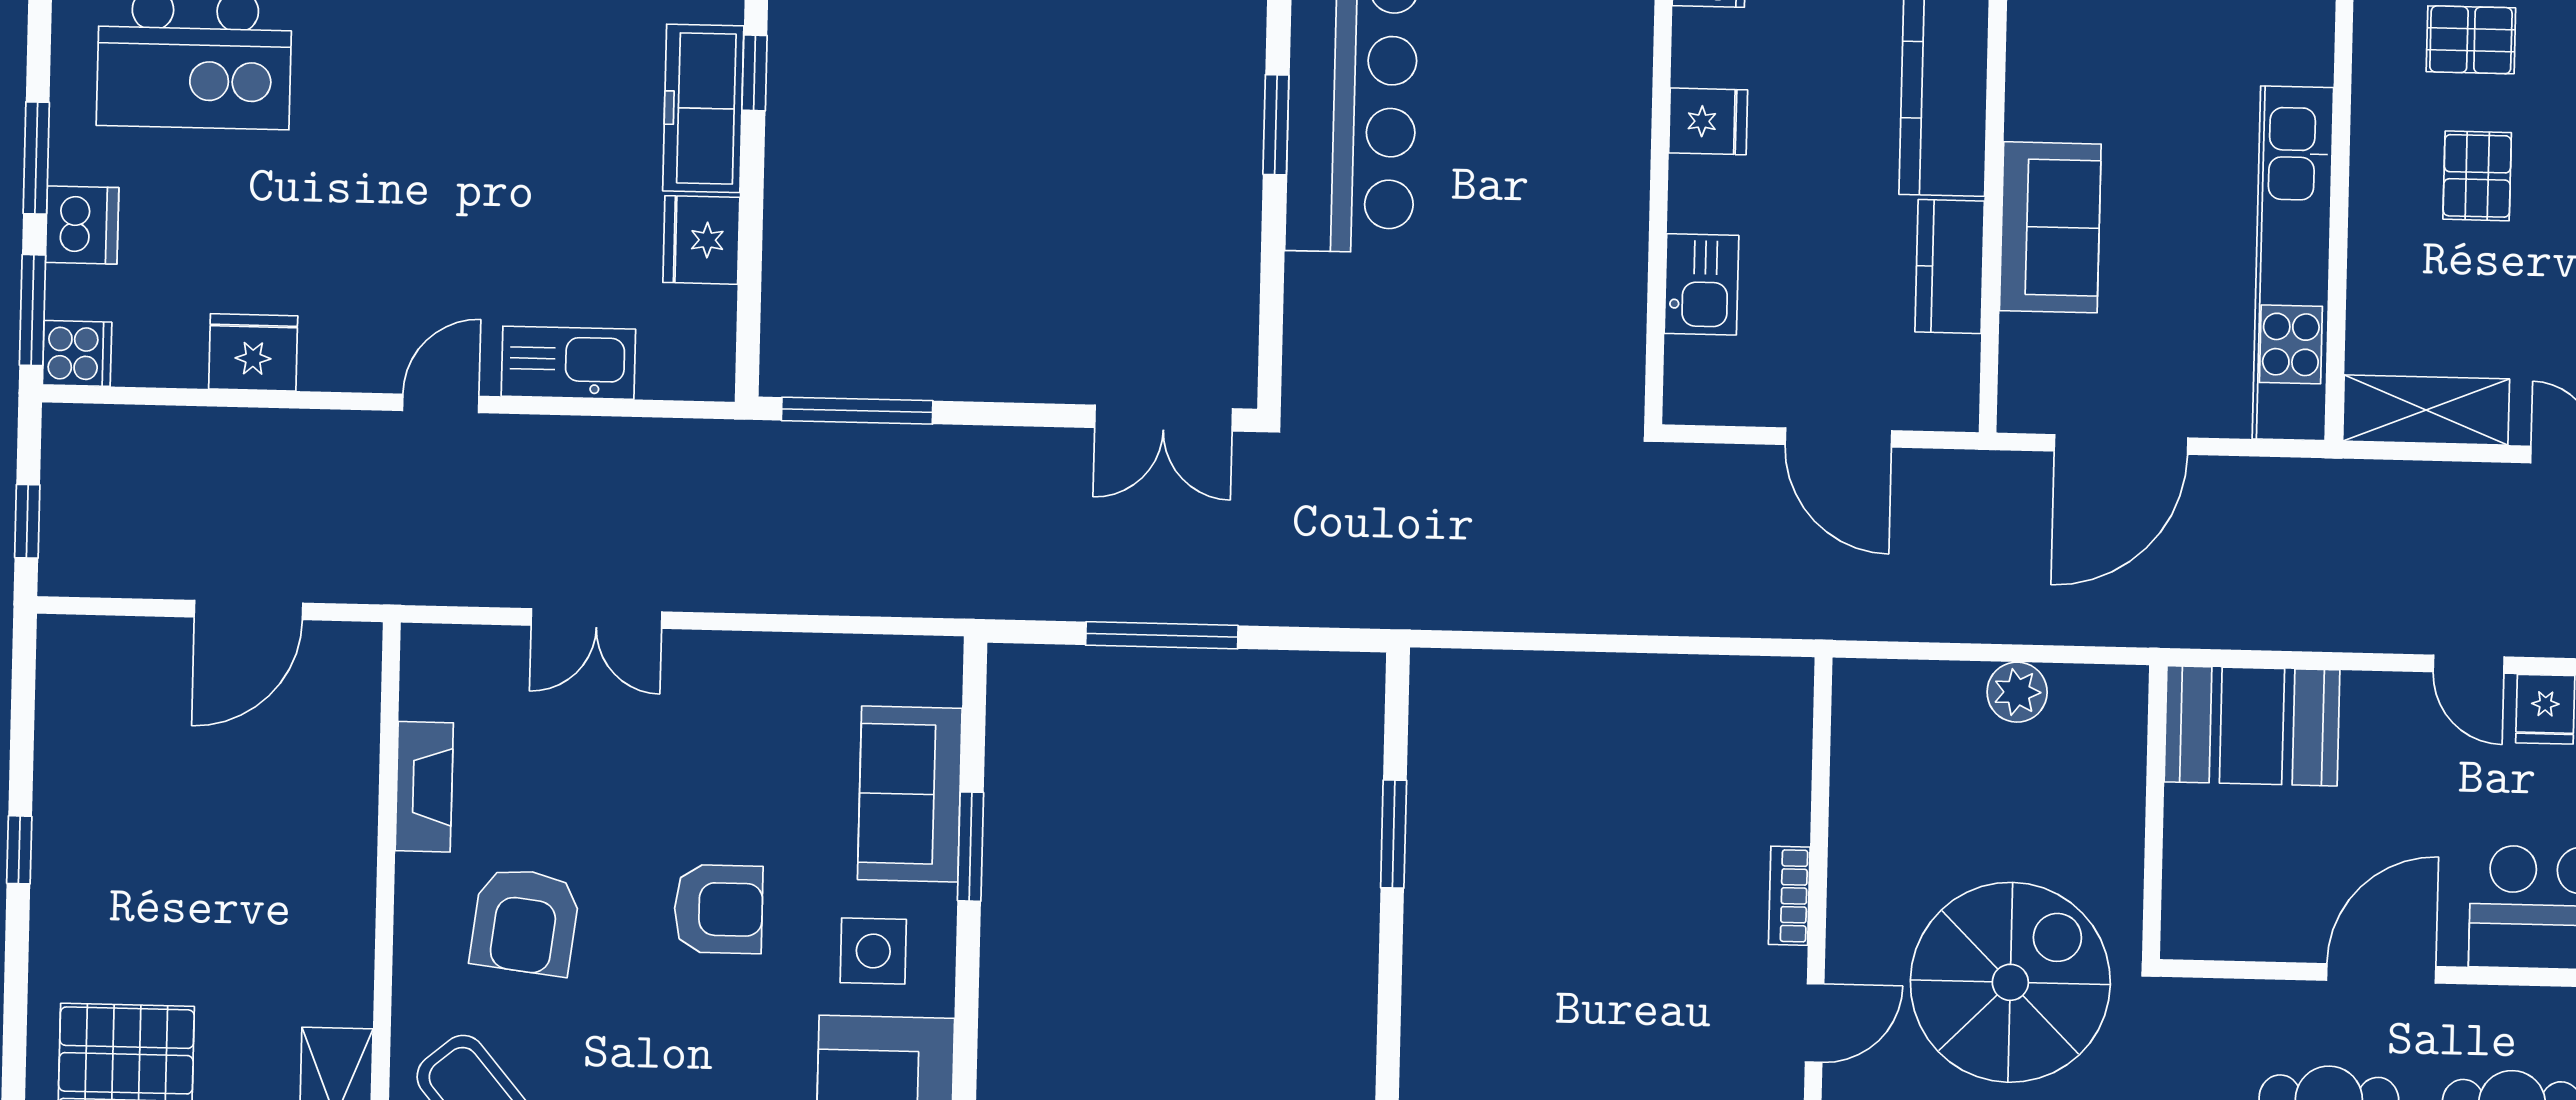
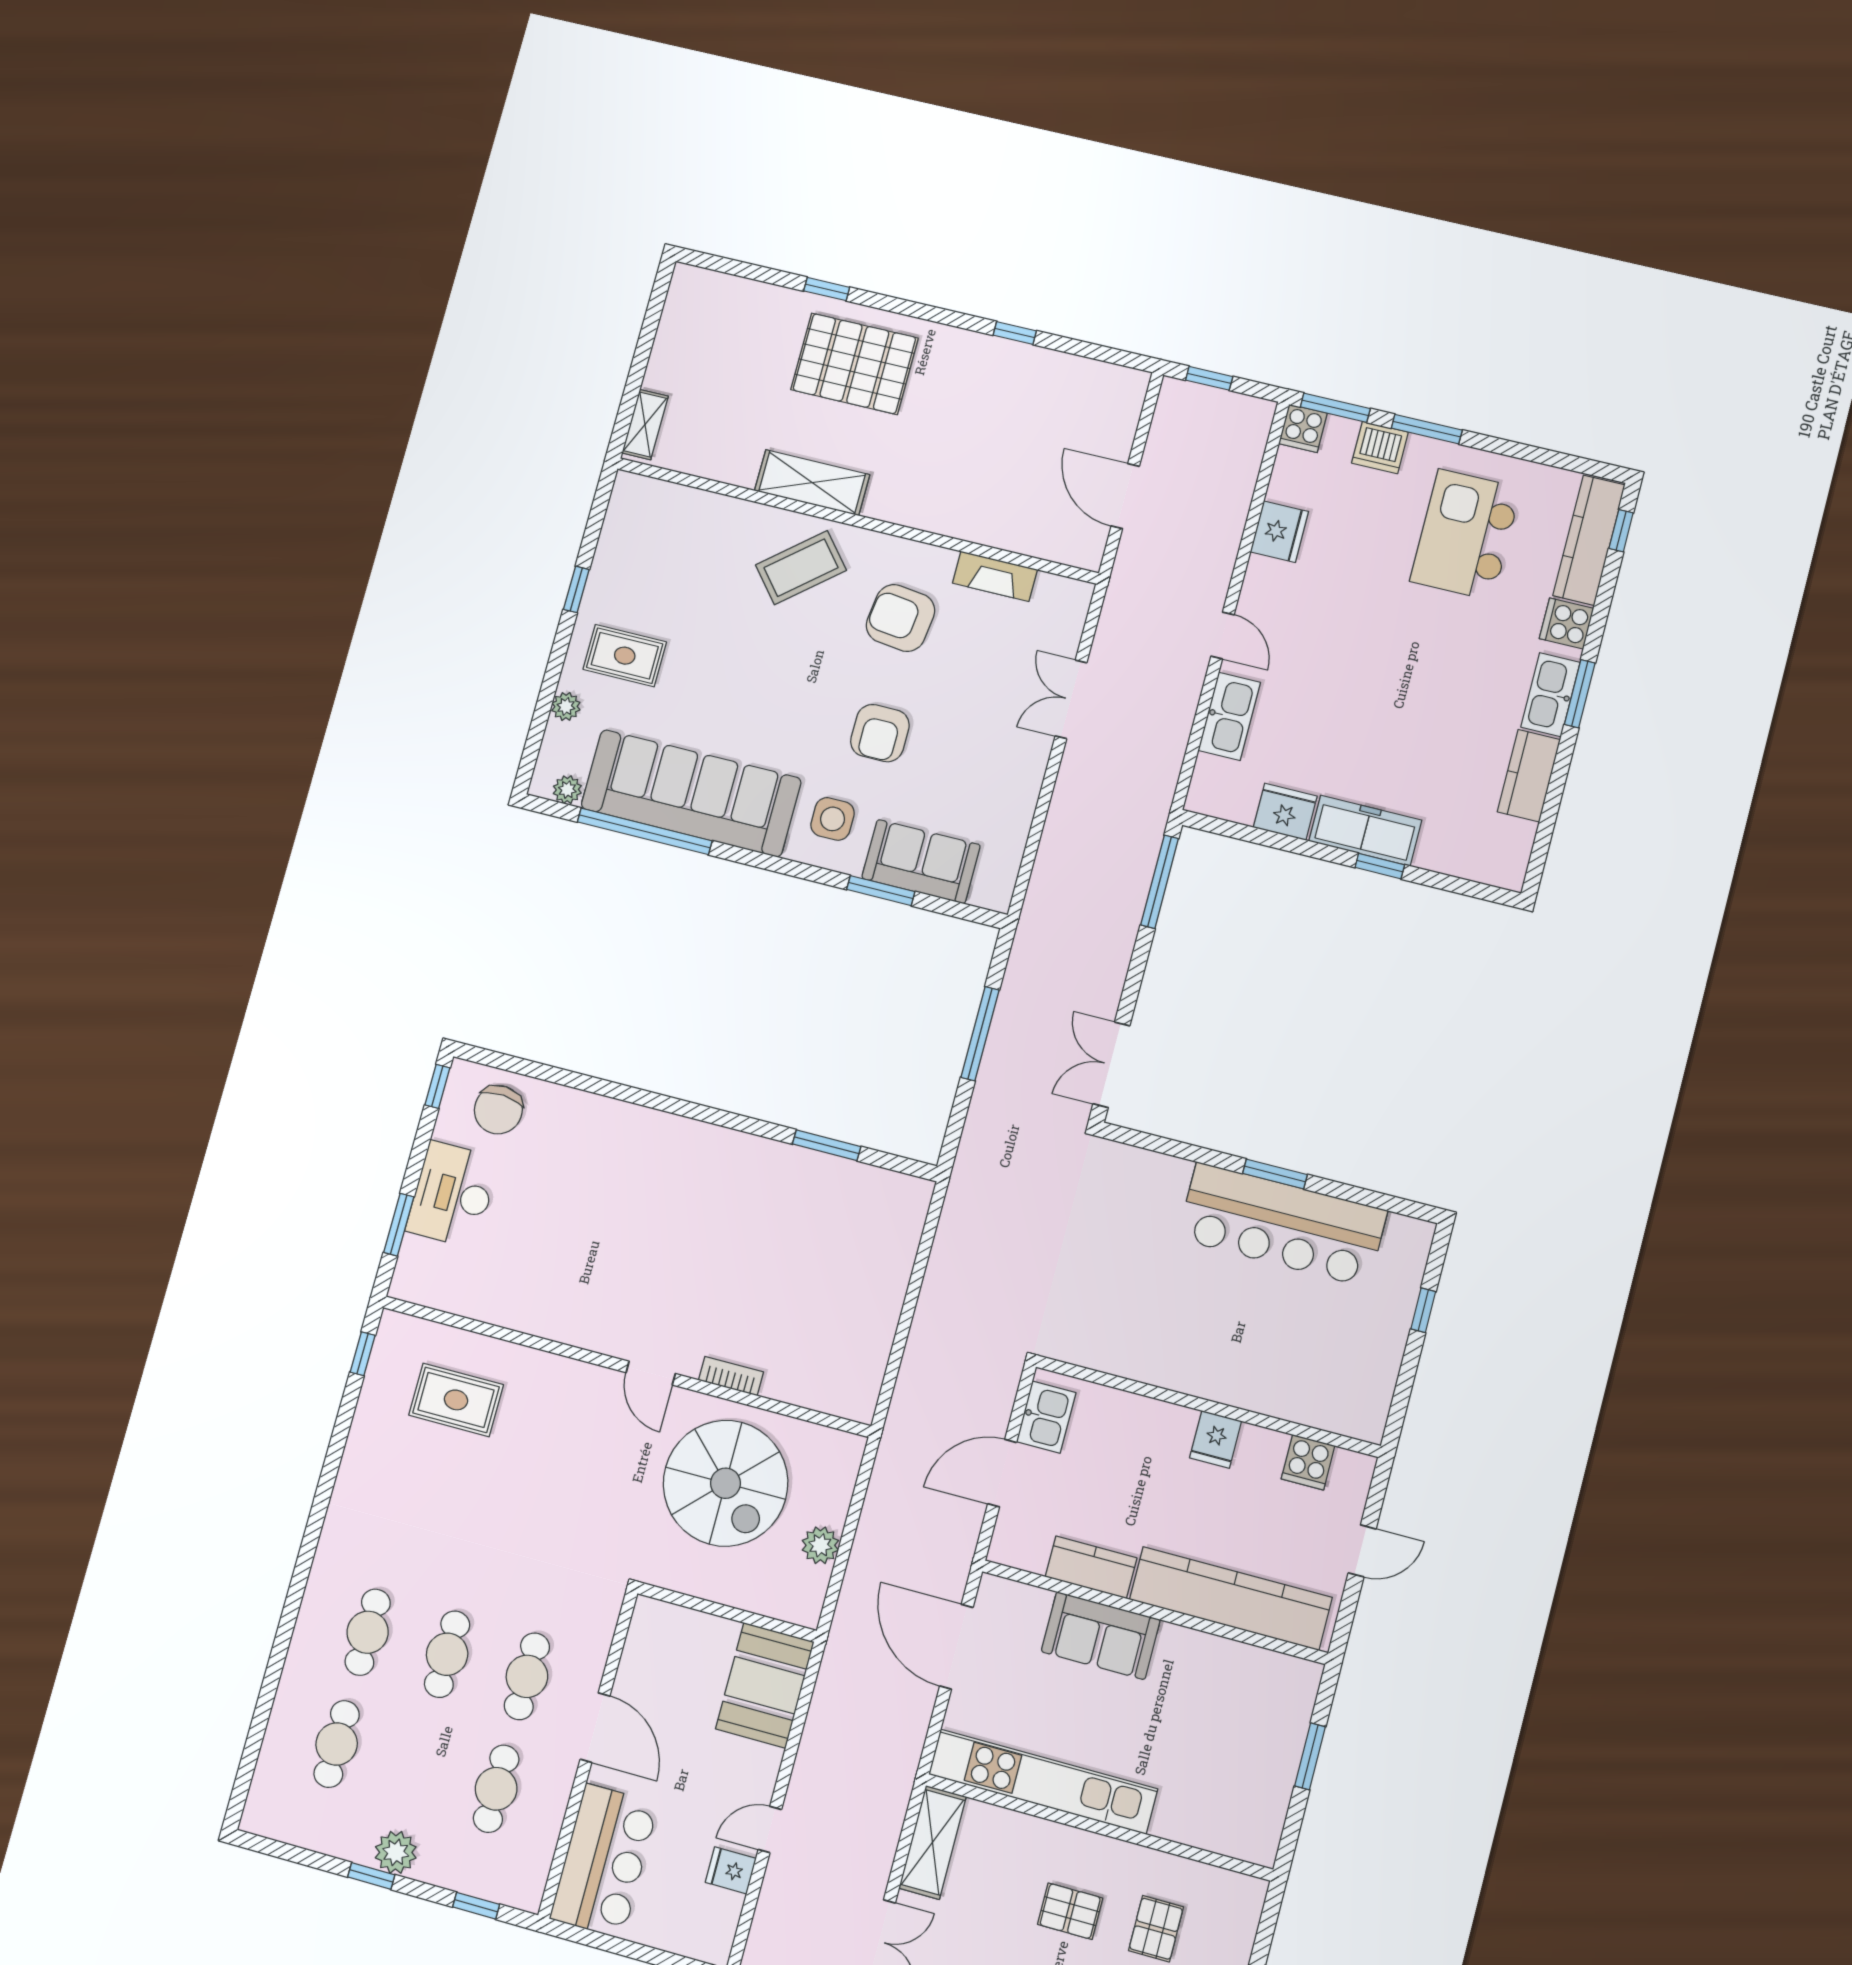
kitchen sink: (1701, 284) -> (1046, 1417), moved, turned -90
spiral stairs: (2010, 982) -> (725, 1483), moved

